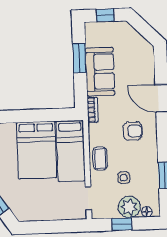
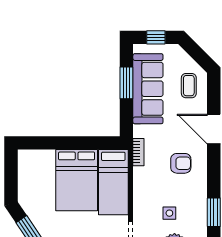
sofa: (100, 72) -> (148, 89), width x1.36
bookcase: (93, 110) -> (138, 152), moved
coffee table: (100, 159) -> (189, 86), moved

